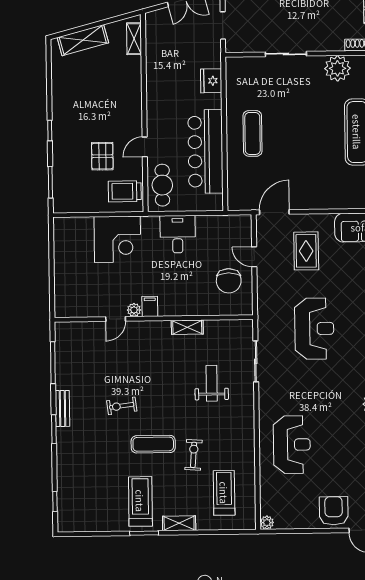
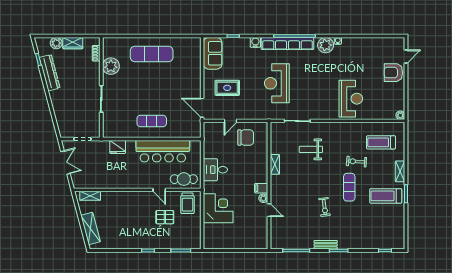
reception desk: (314, 329) -> (277, 83), turned -90
reception desk: (292, 445) -> (351, 99), turned 90

